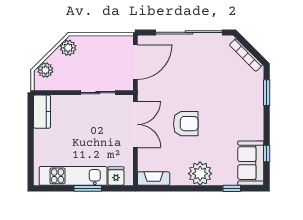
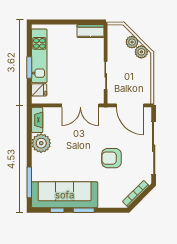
plant: (45, 70) -> (132, 42), moved
window: (267, 93) -> (84, 210), moved
armchair: (186, 124) -> (111, 158), moved, turned 90
sofa: (251, 163) -> (65, 195), width x1.85, depth x1.27
plant: (200, 174) -> (41, 143), moved
window: (232, 188) -> (29, 182), width x2.17

